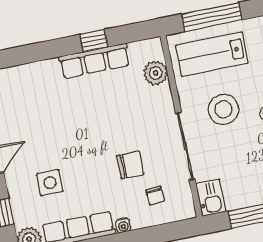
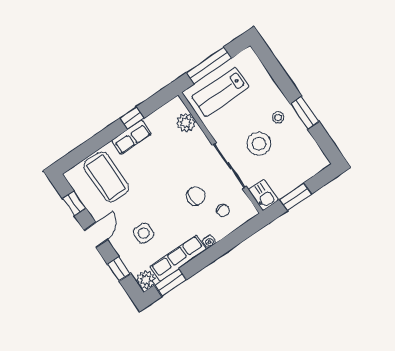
row of seats: (95, 61) -> (131, 137), width x0.68
coffee table: (34, 97) -> (106, 177), added
stool: (223, 109) -> (259, 144), moved

